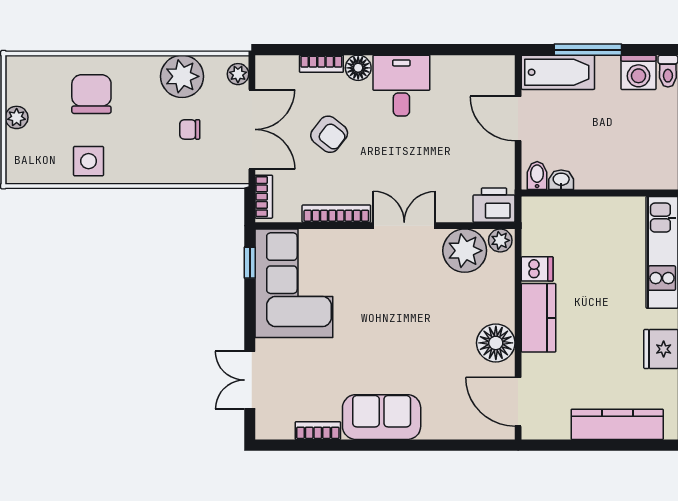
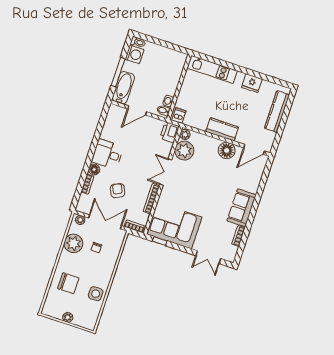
chair: (91, 94) -> (68, 283), turned 180
armchair: (329, 134) -> (118, 191), turned -64
dishwasher: (537, 269) -> (179, 116), moved

